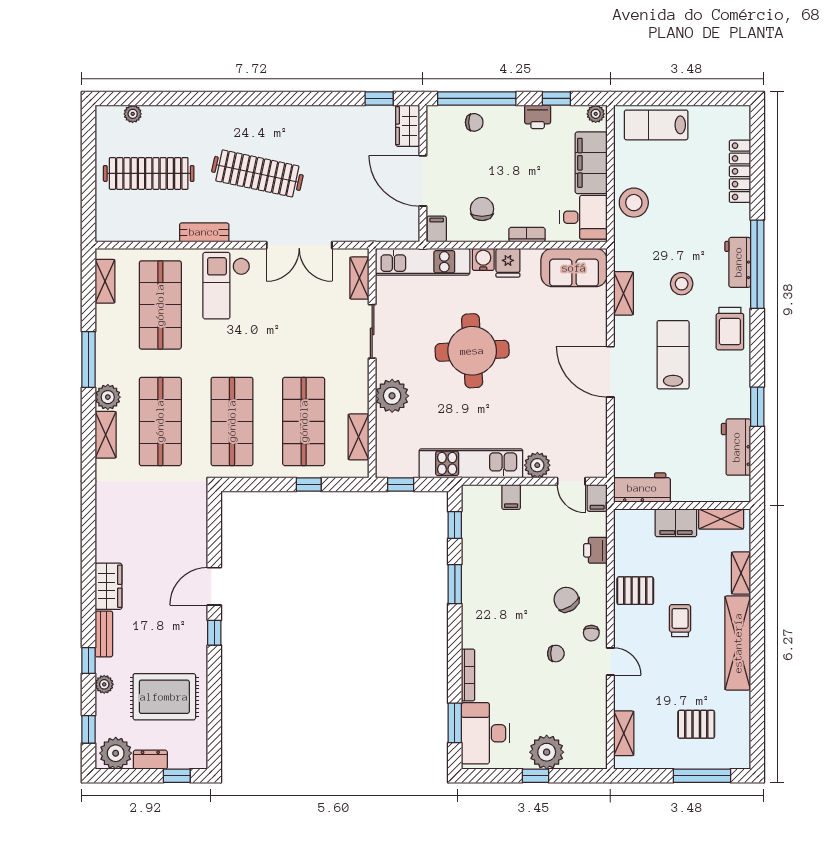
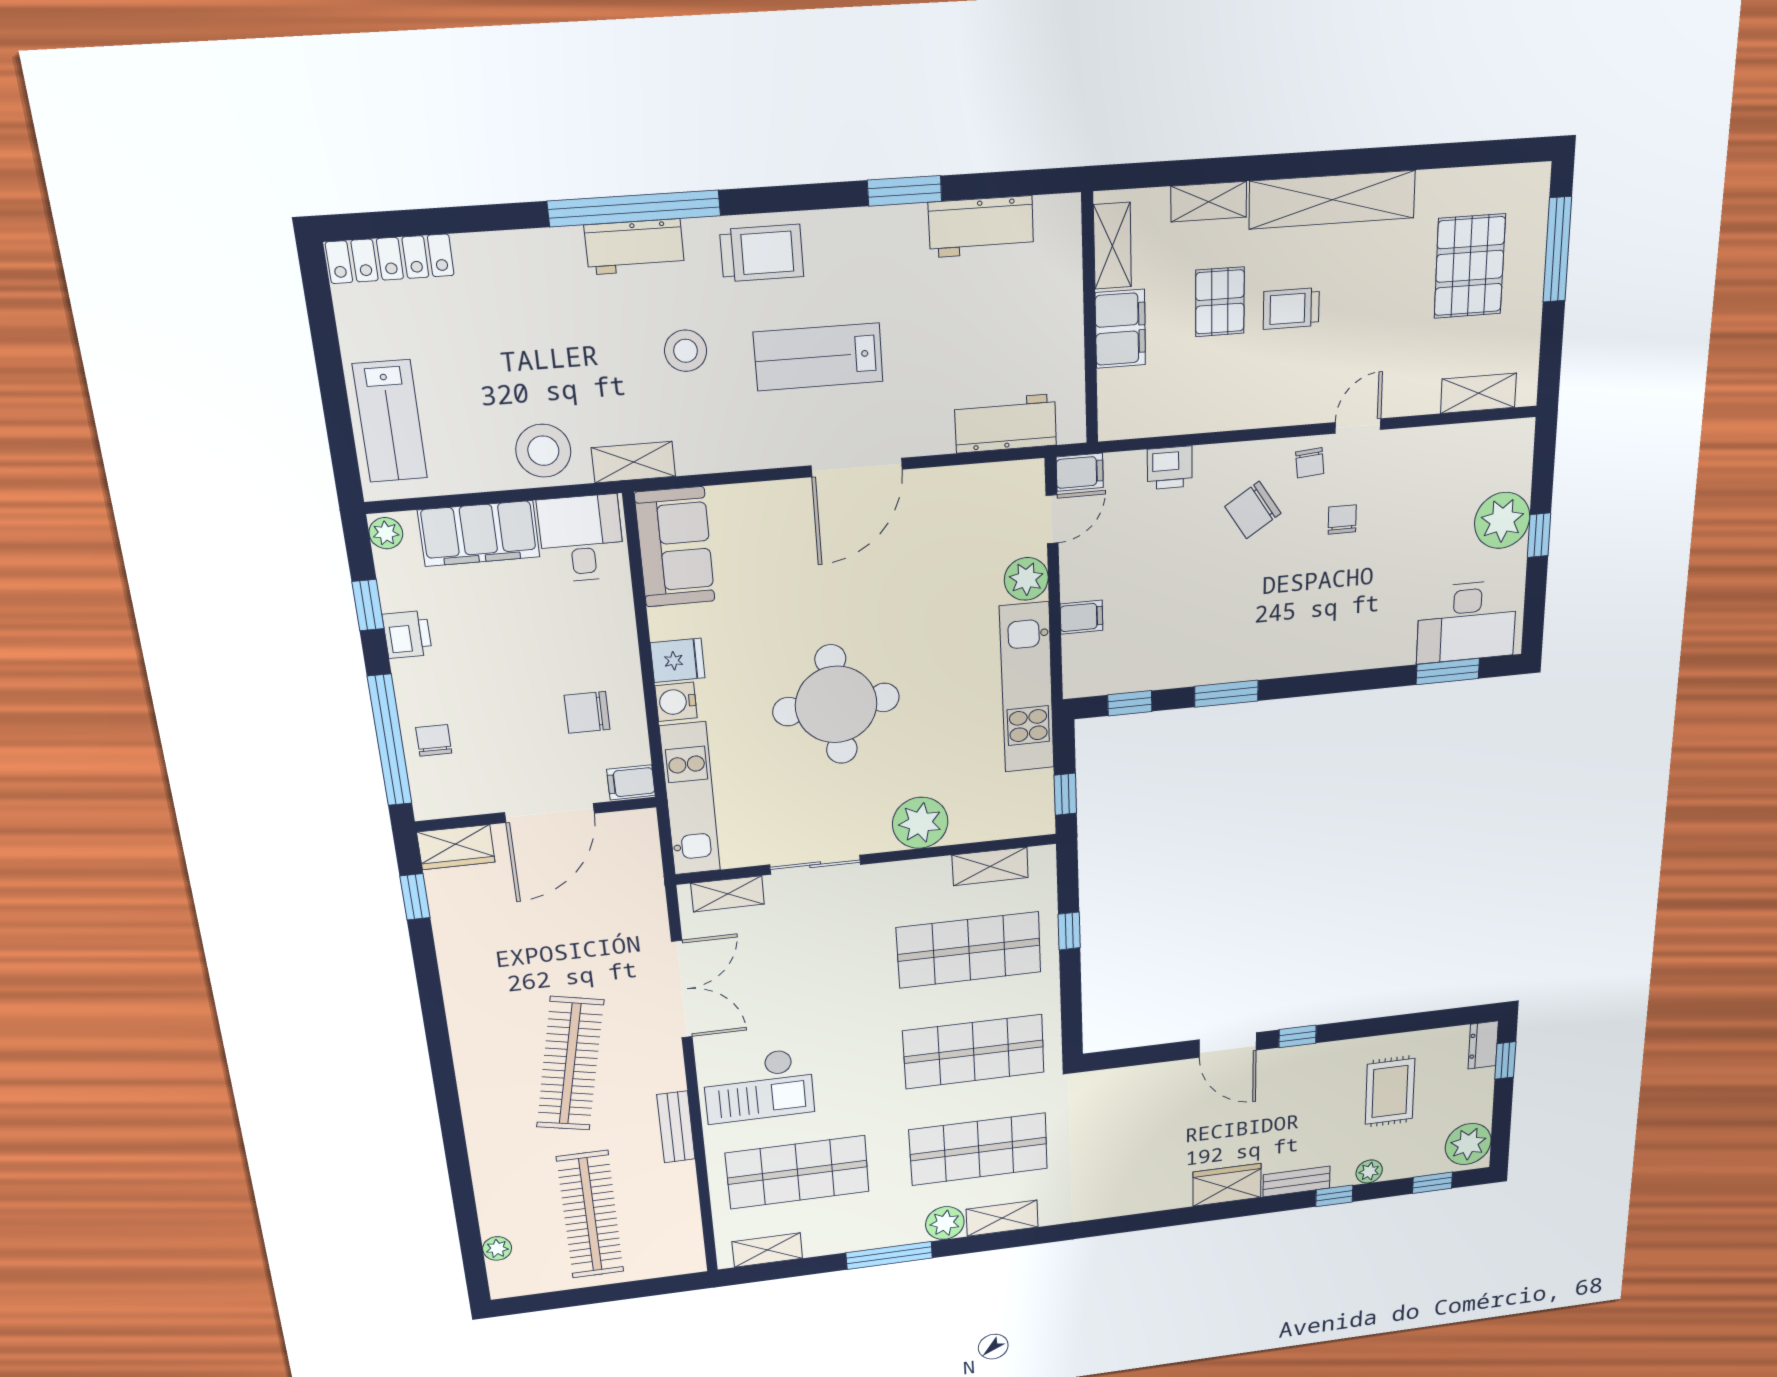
locker: (740, 171) -> (390, 259), moved
bookcase: (527, 235) -> (624, 633), removed
shelving: (624, 293) -> (634, 462), moved
workbench: (642, 488) -> (1006, 423), moved, turned 90
pallet: (635, 591) -> (1220, 302), moved
chair: (591, 633) -> (1310, 463), turned 83
bookcase: (468, 675) -> (1373, 658), removed
rug: (164, 697) -> (1390, 1091), width x0.73, depth x0.70
pallet: (696, 724) -> (1470, 266), width x1.50, depth x1.42
dresser: (150, 760) -> (1483, 1045), moved

